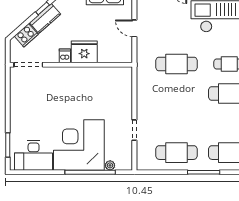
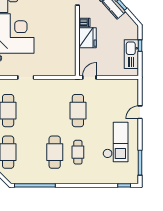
door: (134, 28) -> (89, 77), moved

